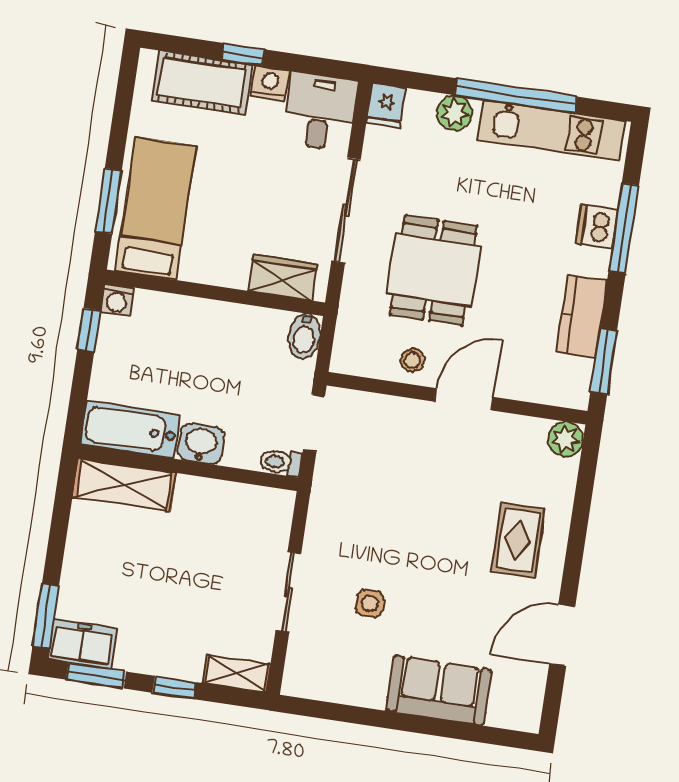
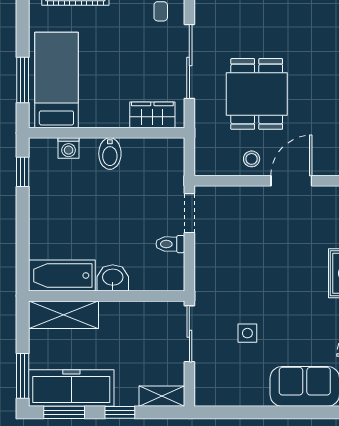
washing machine: (117, 300) -> (69, 148), moved
bidet: (304, 336) -> (110, 154), moved
bathtub: (130, 430) -> (62, 275), moved
washbasin: (201, 444) -> (113, 278), moved
wall: (188, 468) -> (107, 296), moved
shelving: (124, 485) -> (64, 315), moved
freezer: (82, 644) -> (71, 388), width x1.91, depth x1.26

